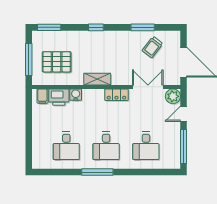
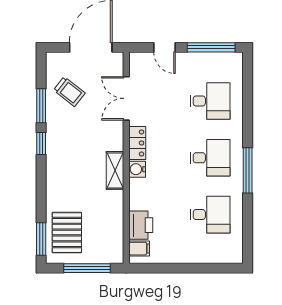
window: (96, 27) -> (41, 144), moved
pallet: (57, 62) -> (67, 233), moved
water cooler: (76, 95) -> (137, 169), moved
plant: (173, 96) -> (140, 63), removed

